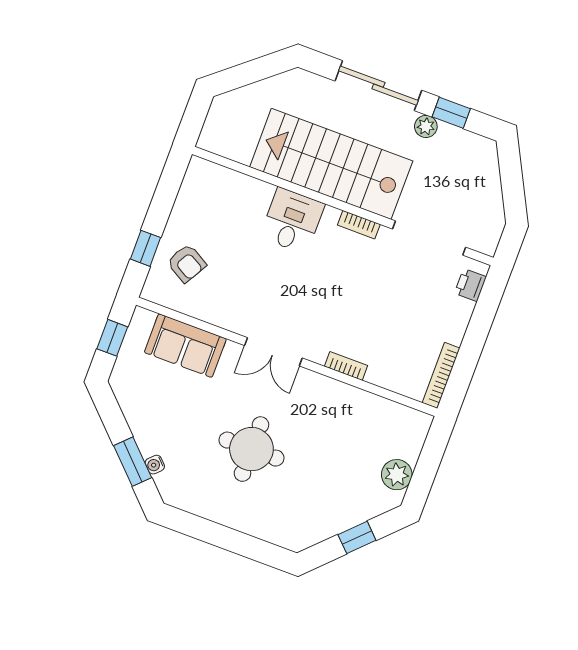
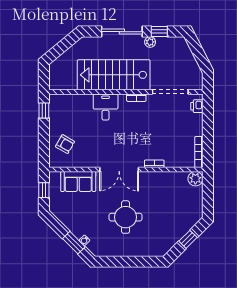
window: (146, 248) -> (44, 110), moved
double door: (273, 352) -> (119, 169), width x1.37
plant: (397, 475) -> (195, 179), moved

